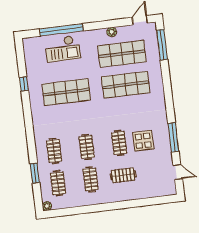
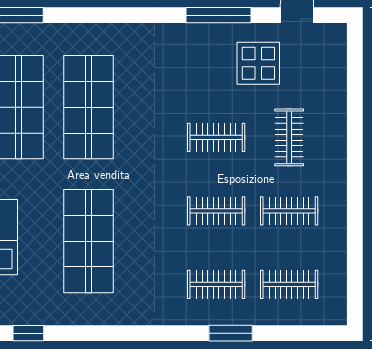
window: (24, 84) -> (28, 333), moved
display table: (143, 141) -> (258, 63), moved
window: (35, 173) -> (231, 333), moved
plant: (47, 206) -> (337, 315), removed

